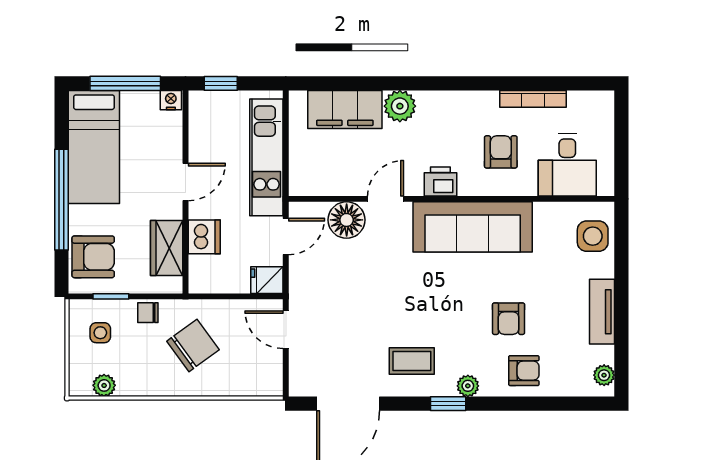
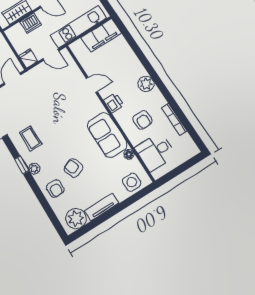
plant: (400, 106) -> (146, 84), moved
filing cabinet: (345, 109) -> (101, 35), moved, turned -90
armchair: (501, 152) -> (142, 120), turned 90
floor lamp: (347, 220) -> (129, 154), moved, width x0.53, depth x0.53
sofa: (473, 227) -> (107, 135), width x0.73
armchair: (509, 319) -> (73, 168), turned 69
plant: (604, 375) -> (76, 219), width x1.88, depth x1.88

